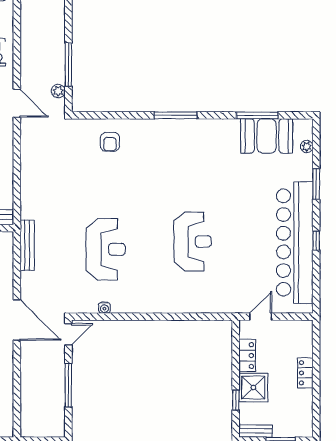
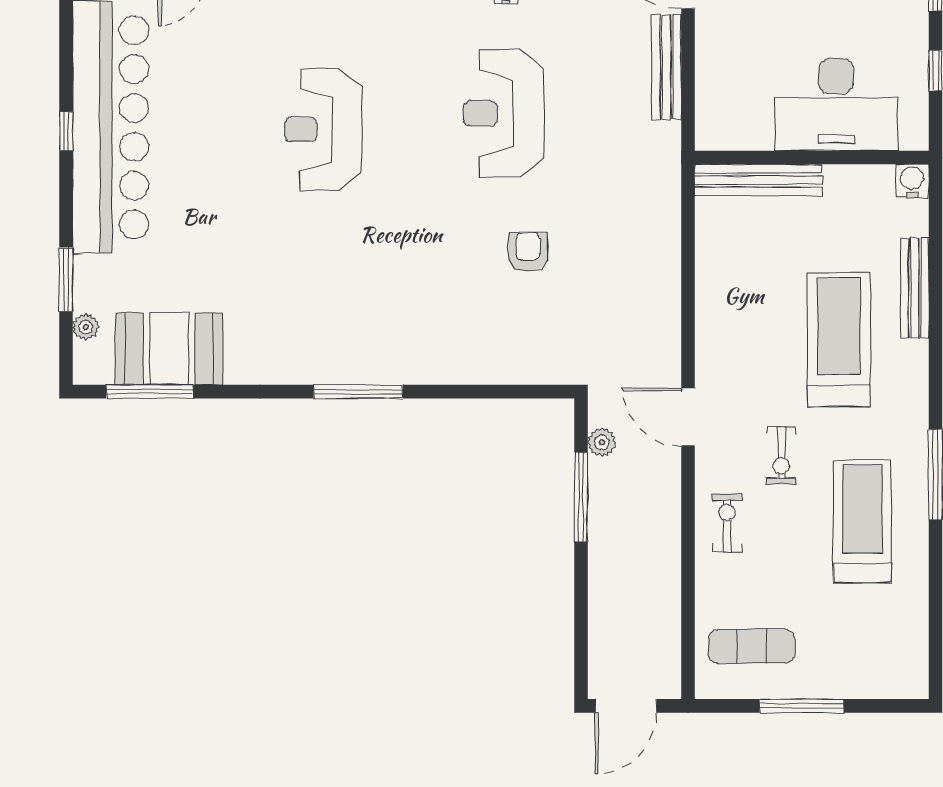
window: (257, 115) -> (150, 392), moved
armchair: (110, 142) -> (528, 252), moved
window: (316, 184) -> (66, 280), moved
bench: (27, 245) -> (667, 67), moved

